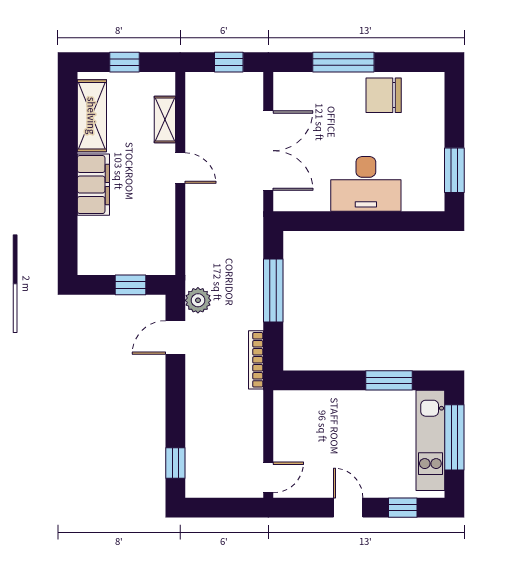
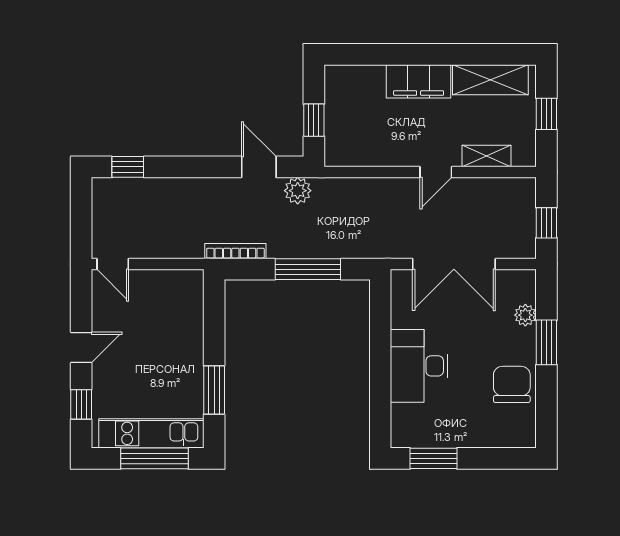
window: (343, 62) -> (546, 342), width x0.69
plant: (317, 82) -> (525, 315), added

